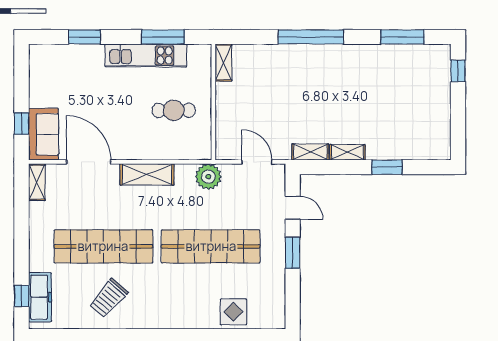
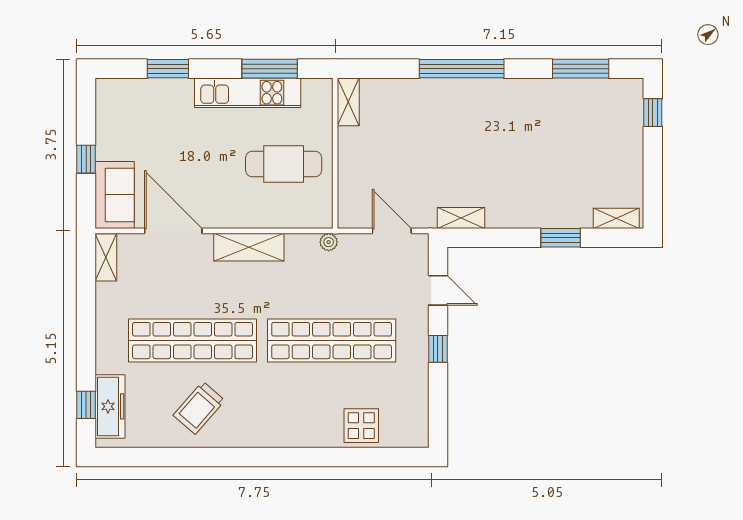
cafe table: (174, 110) -> (284, 164), width x1.37, depth x1.35
window: (22, 123) -> (86, 159), moved
shelving: (347, 152) -> (616, 218), moved
plant: (208, 177) -> (329, 242), width x0.53, depth x0.53
window: (293, 253) -> (438, 349), width x0.67

